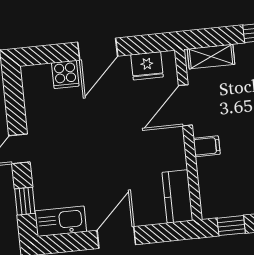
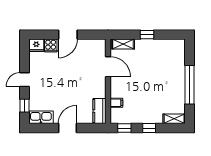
fridge: (147, 66) -> (36, 45), moved
door: (185, 105) -> (108, 67), swing flipped
filing cabinet: (207, 146) -> (116, 103), moved

